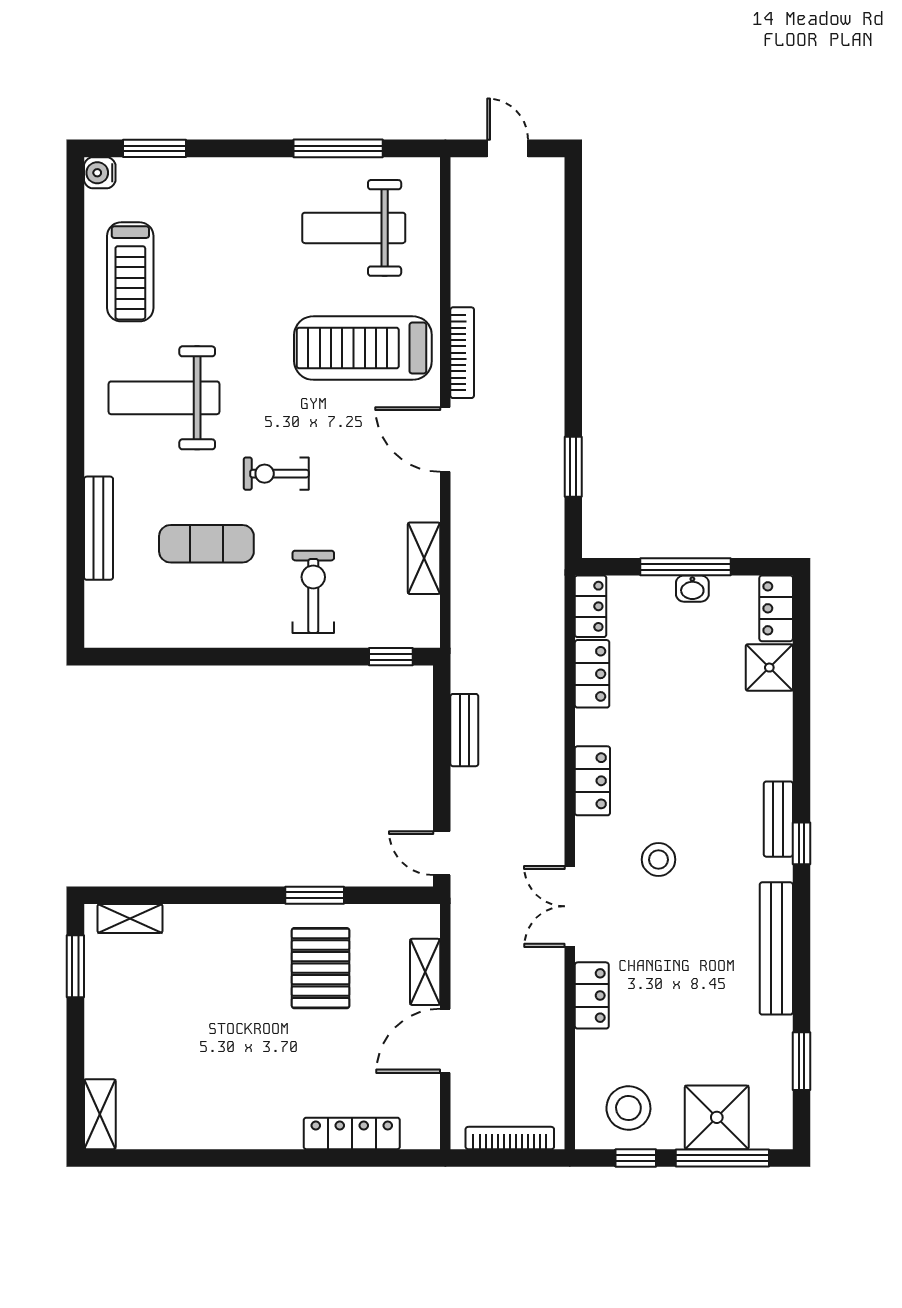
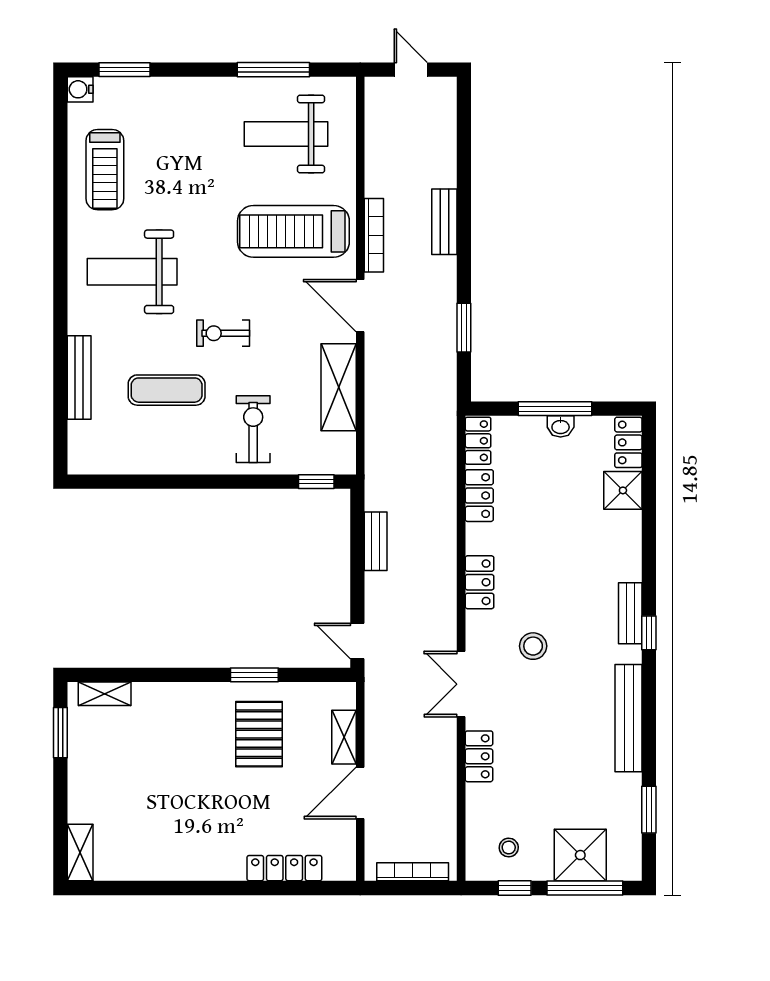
bench: (549, 336) -> (444, 222), added
shelving: (424, 558) -> (339, 387), width x1.50, depth x1.33
stool: (628, 1108) -> (509, 848), width x0.53, depth x0.53

